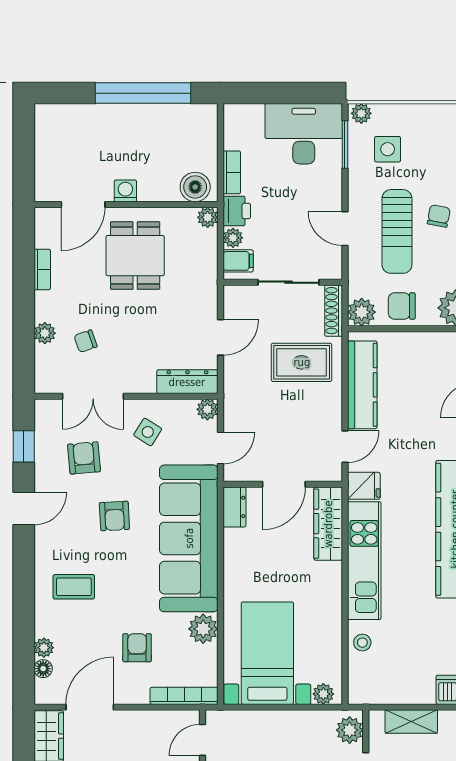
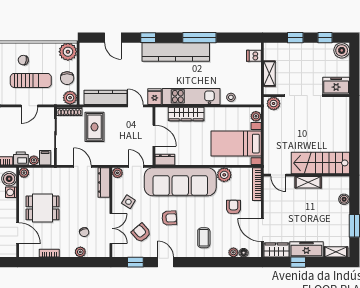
washing machine: (125, 191) -> (11, 192), moved
armchair: (84, 458) -> (141, 233), turned 54
wardrobe: (328, 524) -> (186, 114), moved
armchair: (137, 648) -> (233, 207), turned 90

